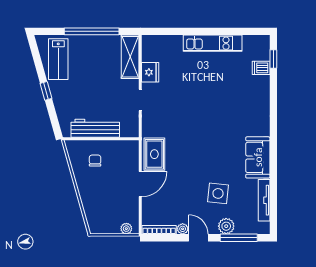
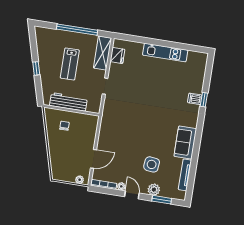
lab bench: (58, 59) -> (70, 64), moved
window: (273, 59) -> (204, 100), moved
dishwasher: (261, 68) -> (195, 99), moved
fridge: (150, 72) -> (117, 56), moved
rug: (154, 154) -> (109, 128), removed
door: (140, 184) -> (94, 159), moved
window: (239, 238) -> (162, 200), width x0.69

